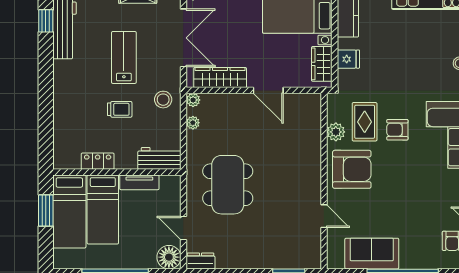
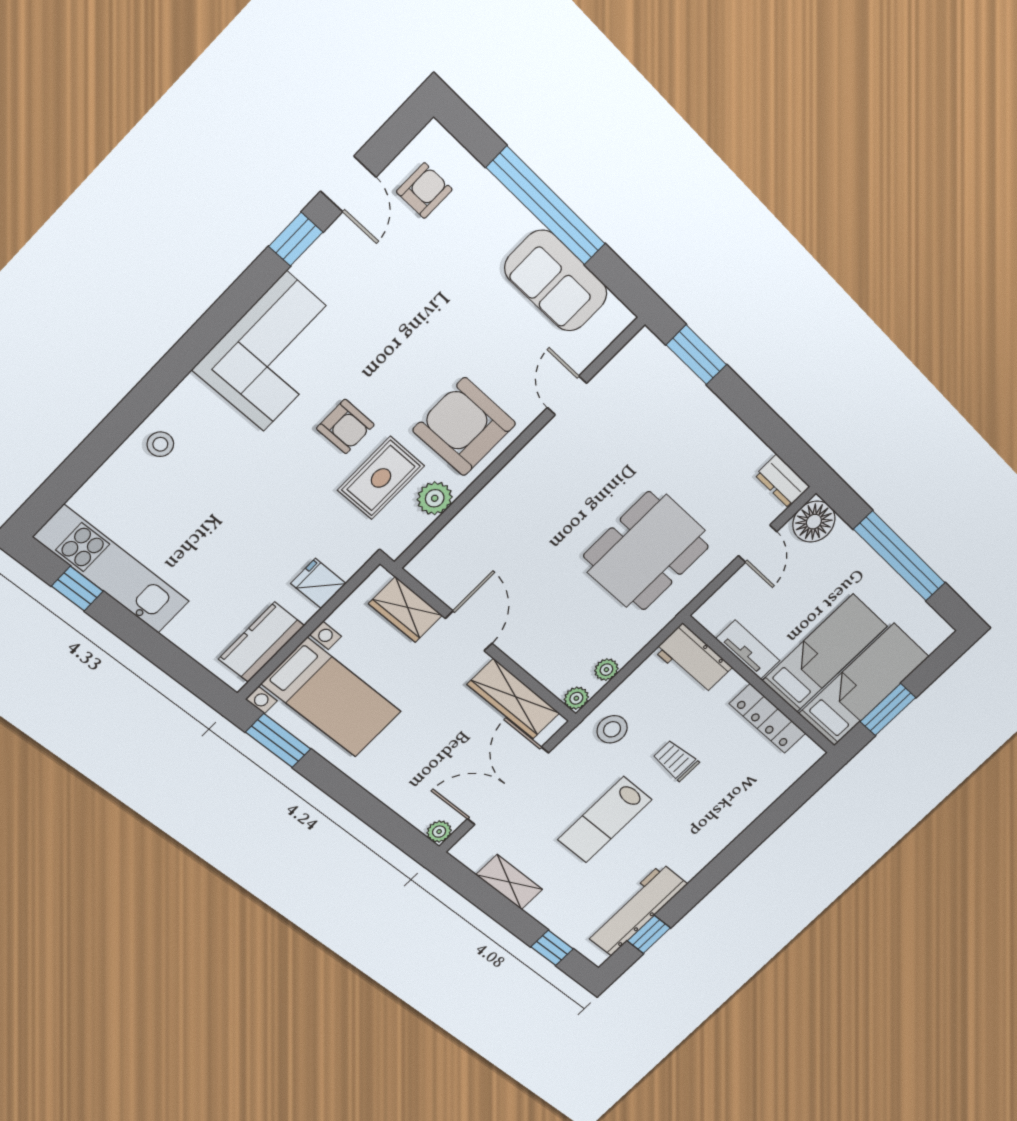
wardrobe: (322, 64) -> (406, 610), moved, turned 90
locker: (98, 161) -> (768, 719), width x1.53

